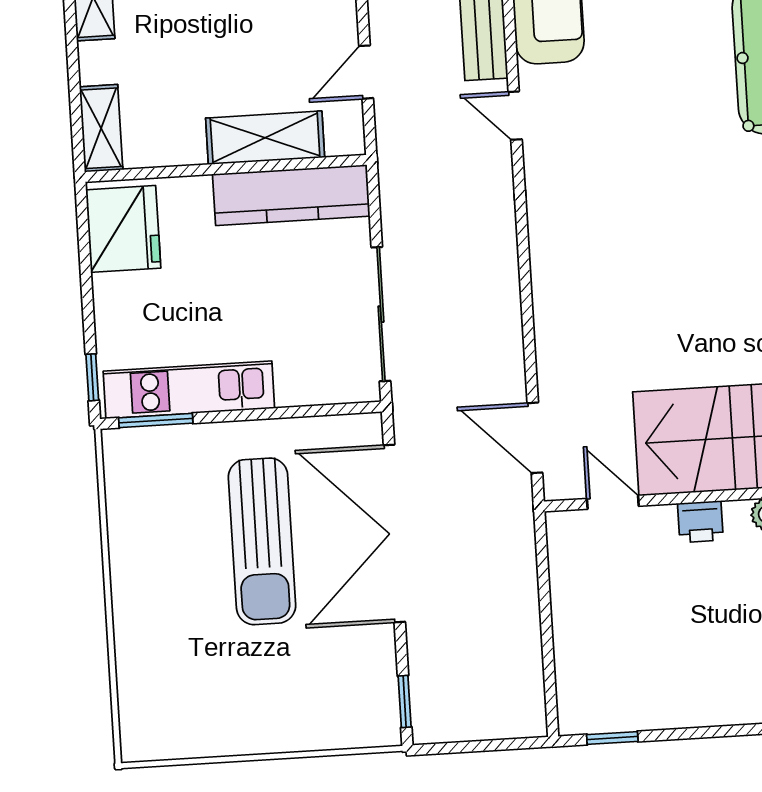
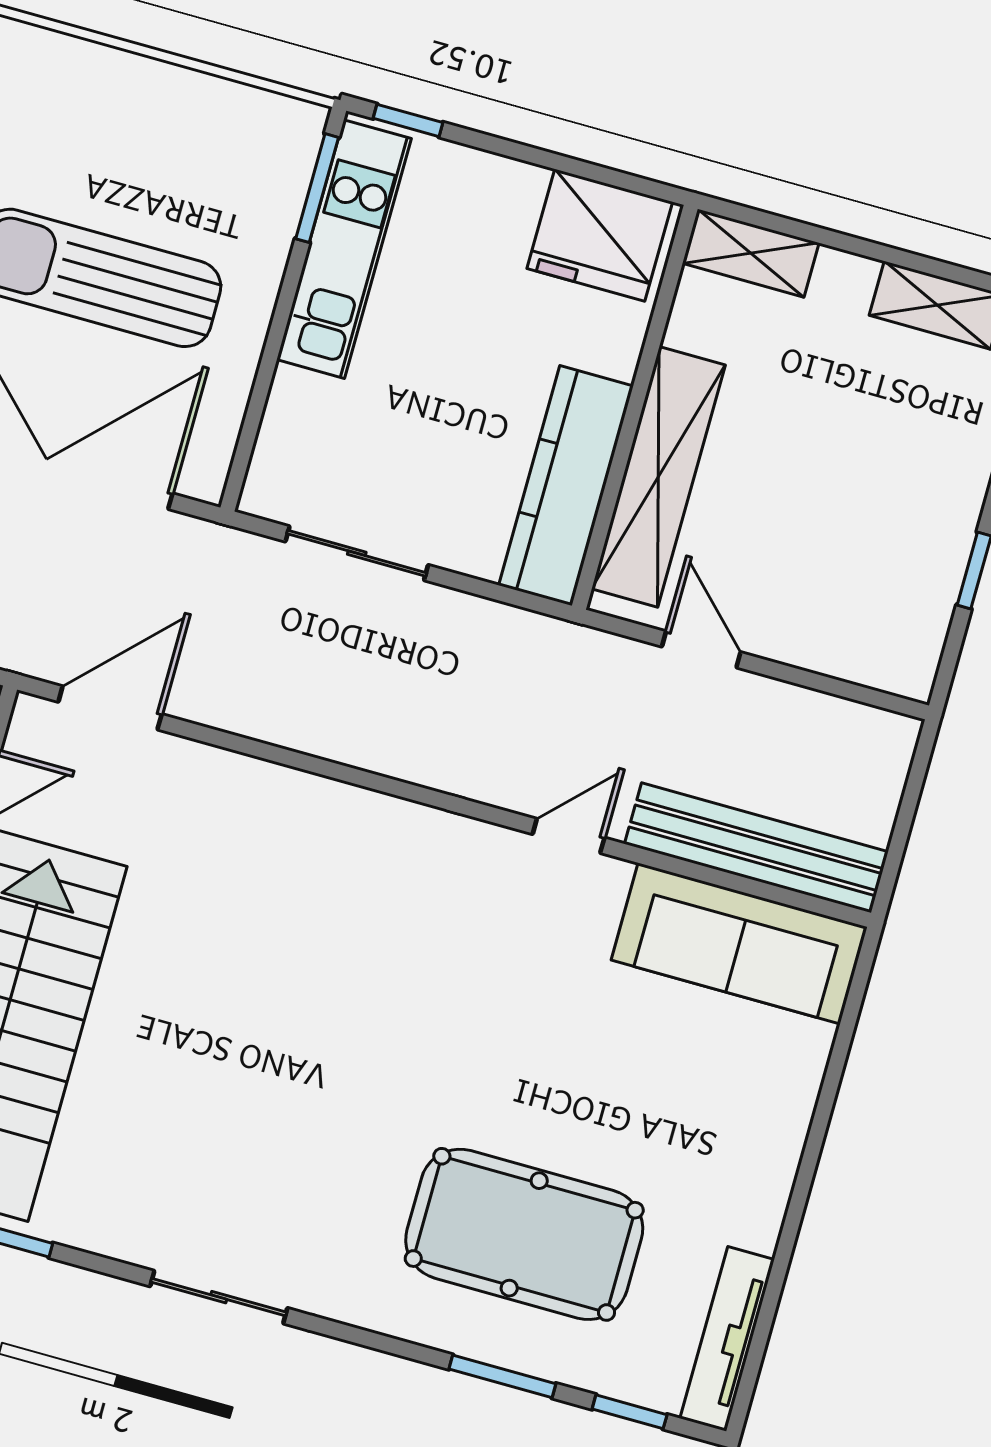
shelving: (265, 138) -> (658, 477), width x1.47
sliding door: (381, 314) -> (357, 553), width x0.73

